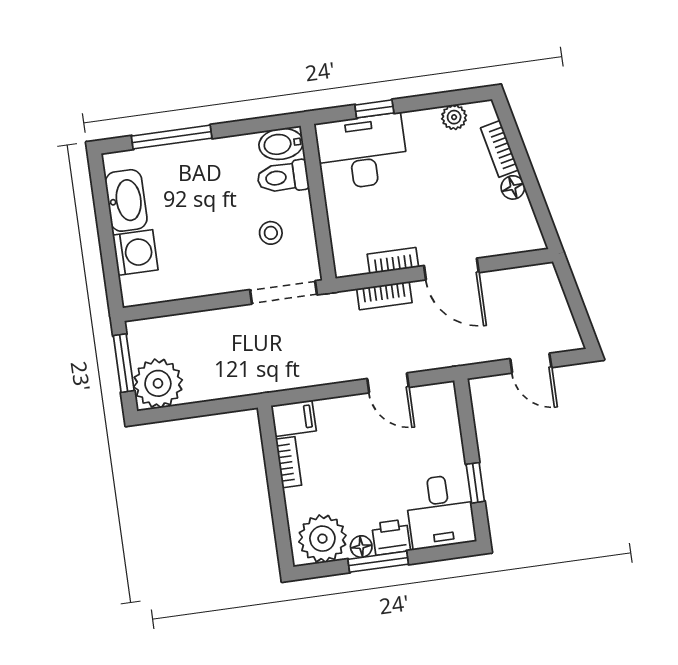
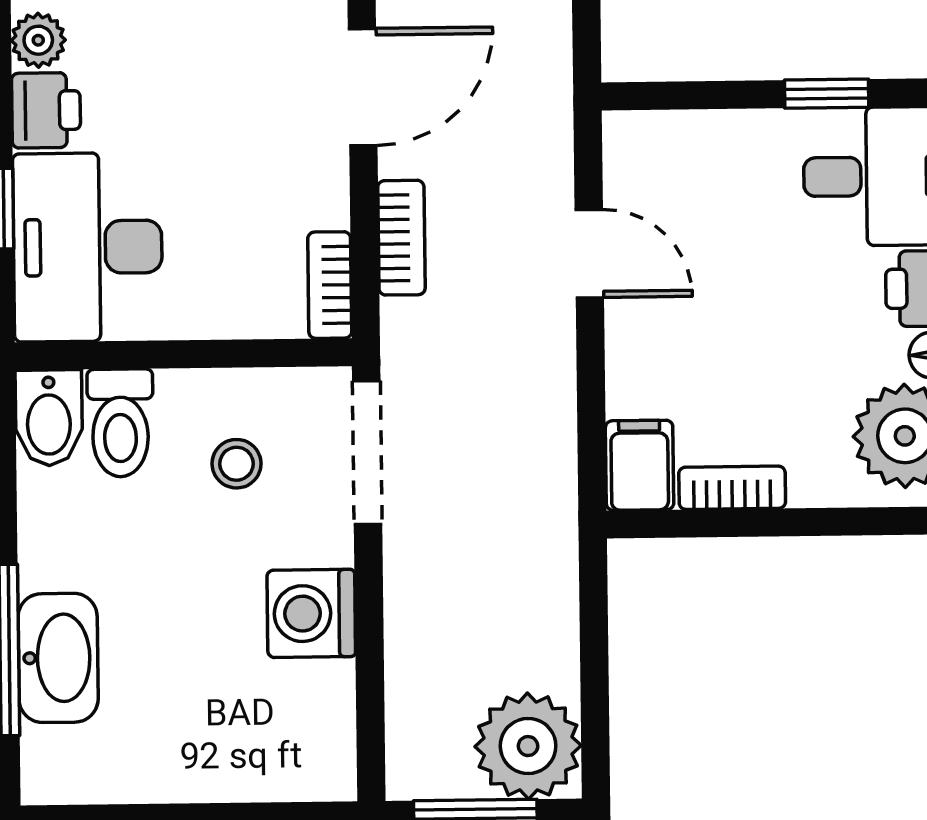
printer: (422, 125) -> (46, 110), added
washbasin: (126, 200) -> (58, 658), moved, turned 90
washing machine: (135, 252) -> (311, 613), moved, turned -90
bookcase: (393, 261) -> (330, 285), moved
door: (388, 383) -> (589, 254), hinge flipped

